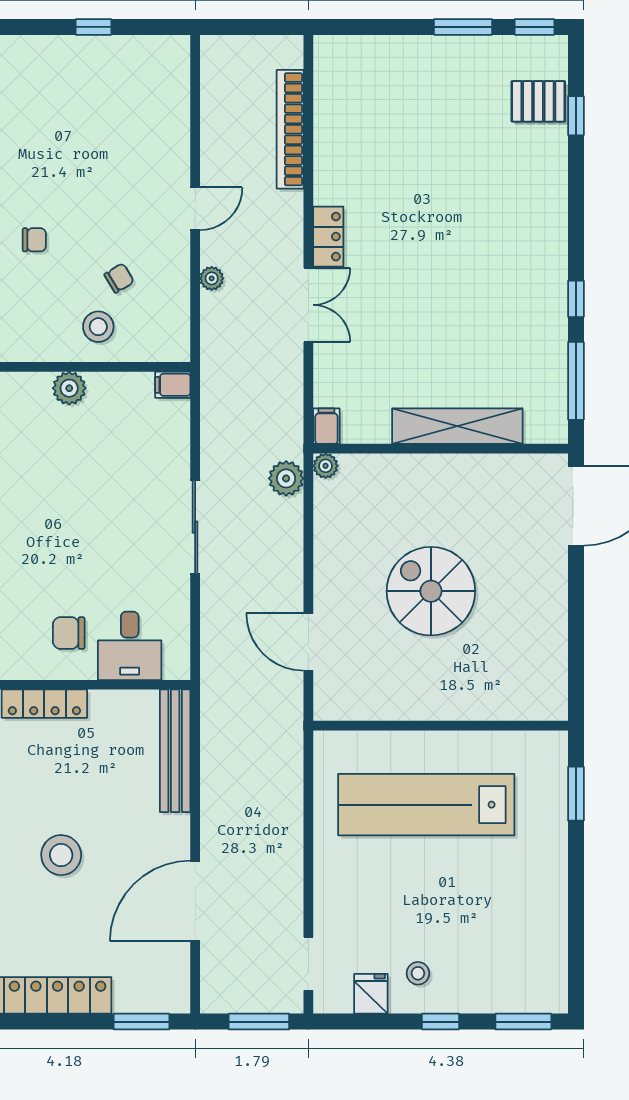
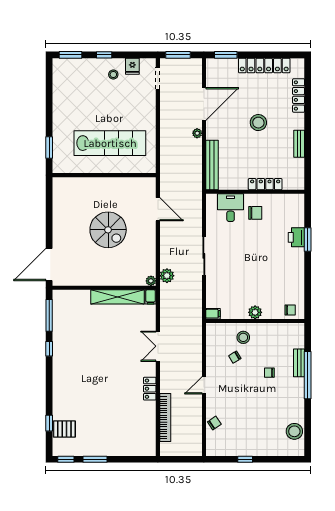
chair: (169, 116) -> (214, 423), added
locker: (328, 237) -> (150, 389), moved
plant: (212, 278) -> (197, 133), moved
shelving: (457, 426) -> (118, 297), moved

